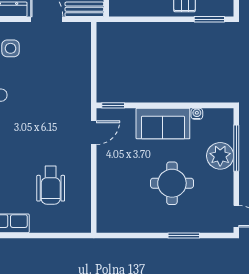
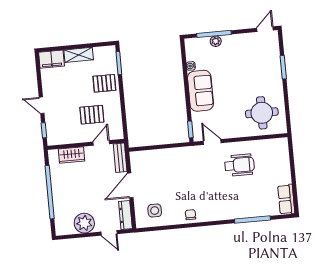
plant: (220, 156) -> (216, 41), width x0.53, depth x0.53
round table: (172, 183) -> (262, 113), moved
wheelchair: (51, 185) -> (239, 165), moved

